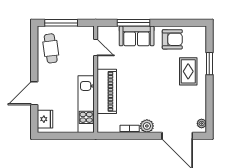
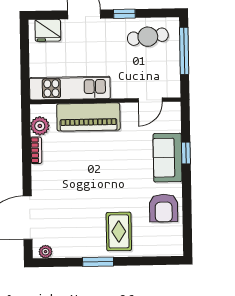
window: (133, 23) -> (186, 153), width x0.46
window: (209, 64) -> (98, 262), moved
window: (34, 65) -> (124, 14), added
rug: (188, 71) -> (119, 231), turned 90
plant: (147, 126) -> (40, 126), moved

